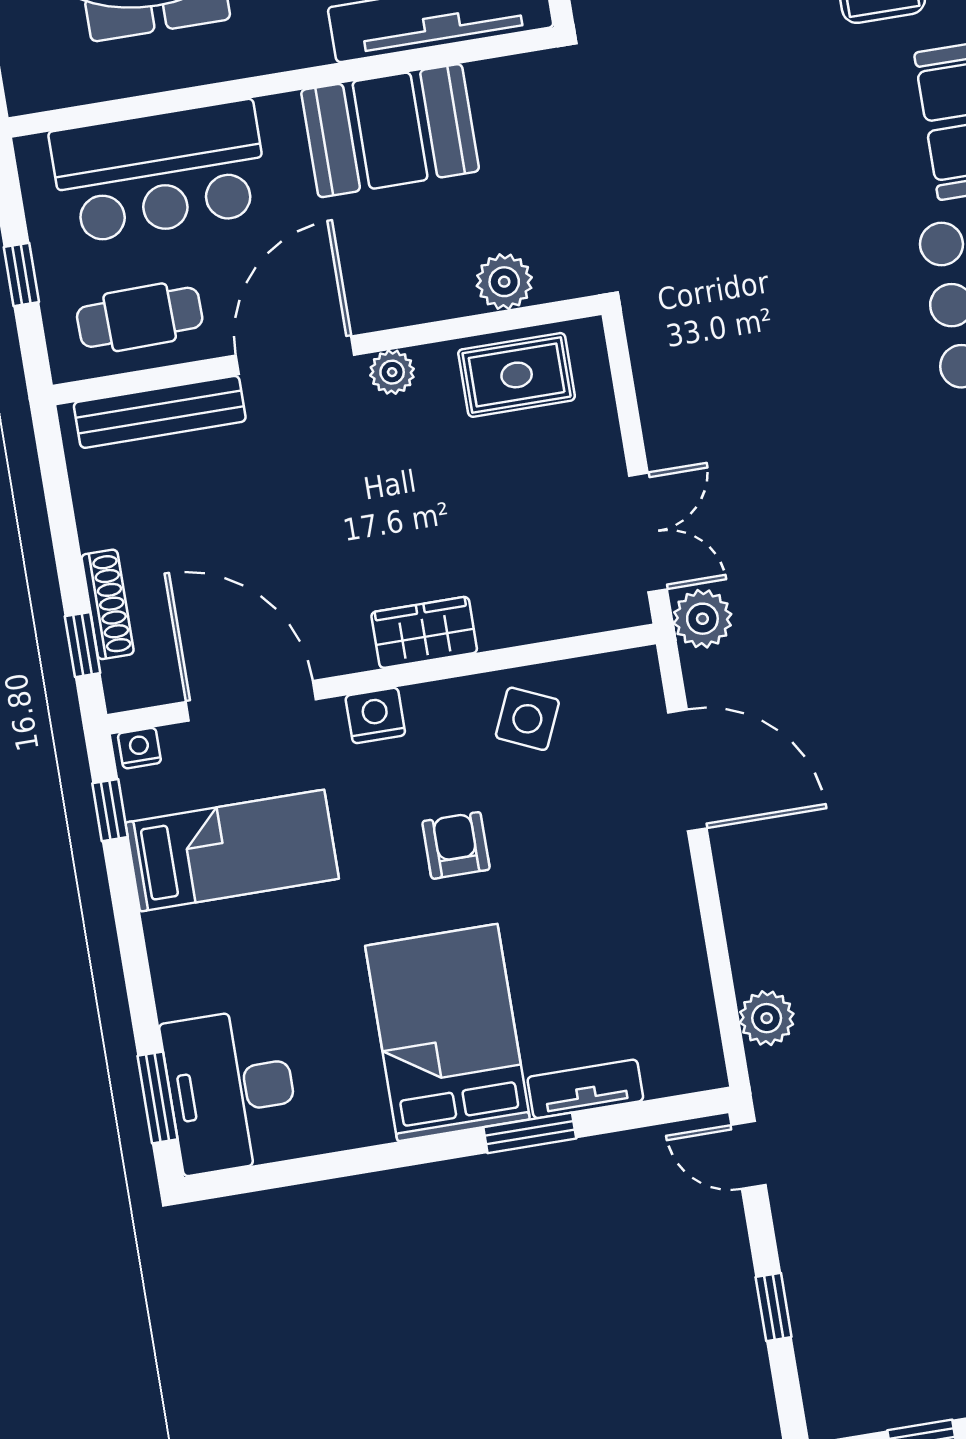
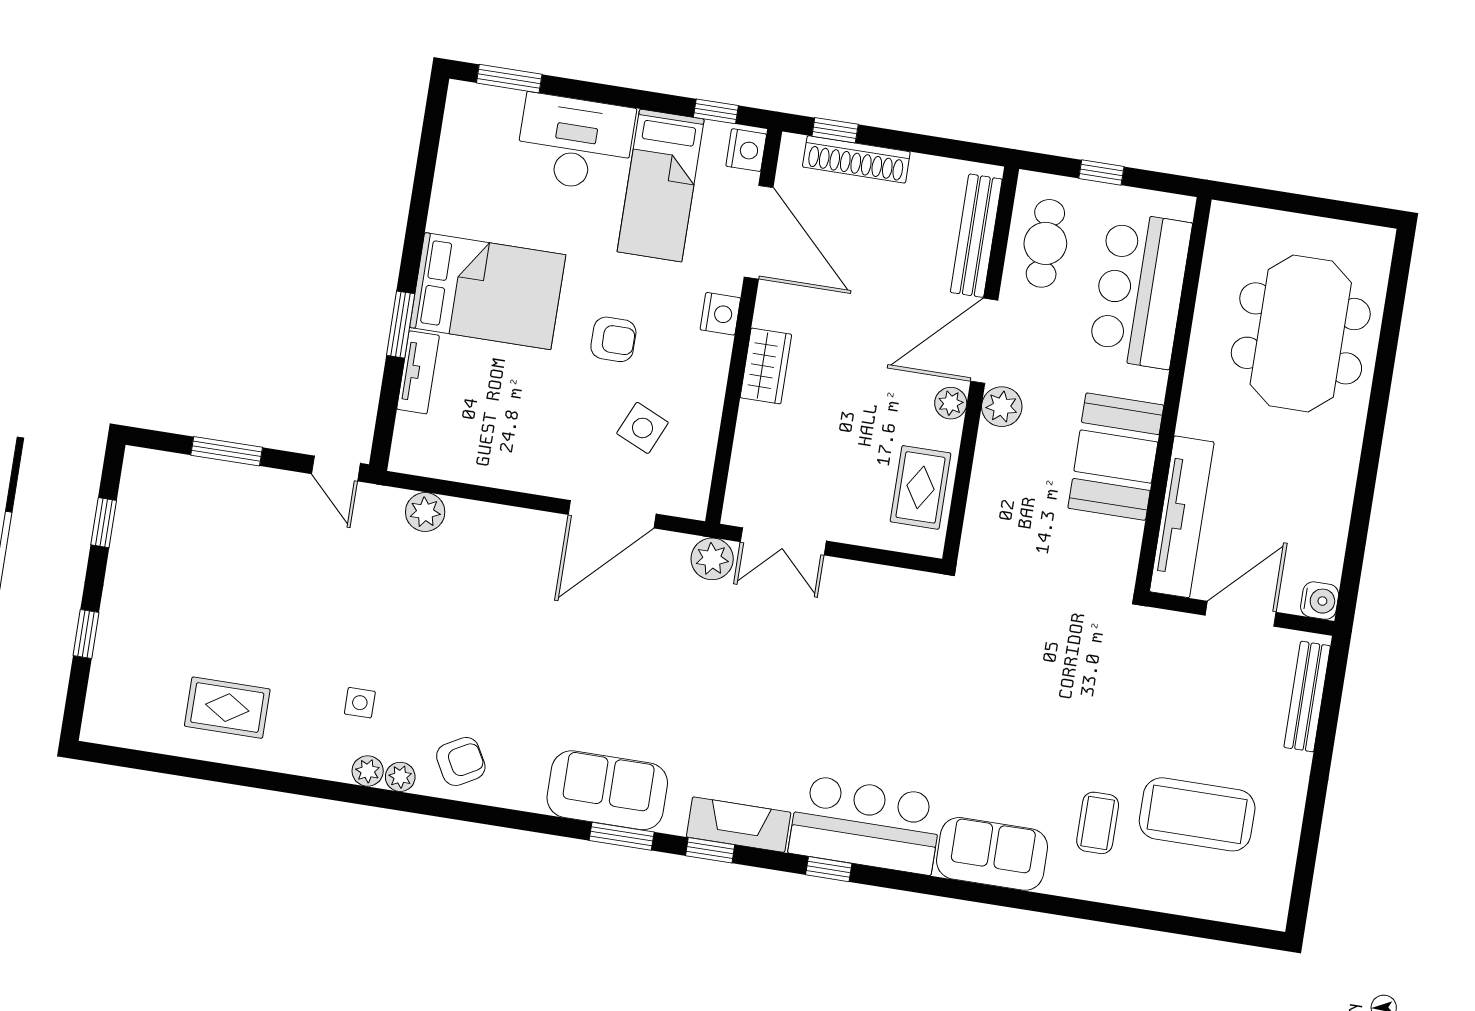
plant: (504, 282) -> (1002, 407), moved
door: (295, 355) -> (984, 341), swing flipped
shoe rack: (108, 604) -> (856, 159), width x1.36, depth x1.24
door: (251, 701) -> (759, 232), hinge flipped
side table: (527, 719) -> (642, 428), moved
nightstand: (139, 748) -> (746, 150), width x1.39, depth x1.35
desk: (231, 1091) -> (575, 143), moved
door: (748, 1155) -> (336, 469), swing flipped
window: (774, 1307) -> (227, 451), width x1.50

